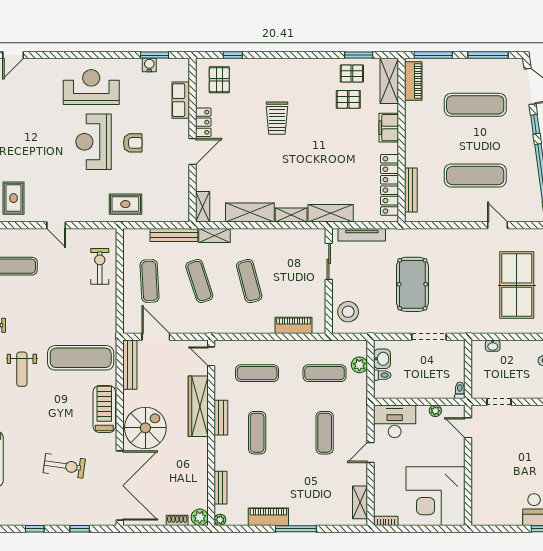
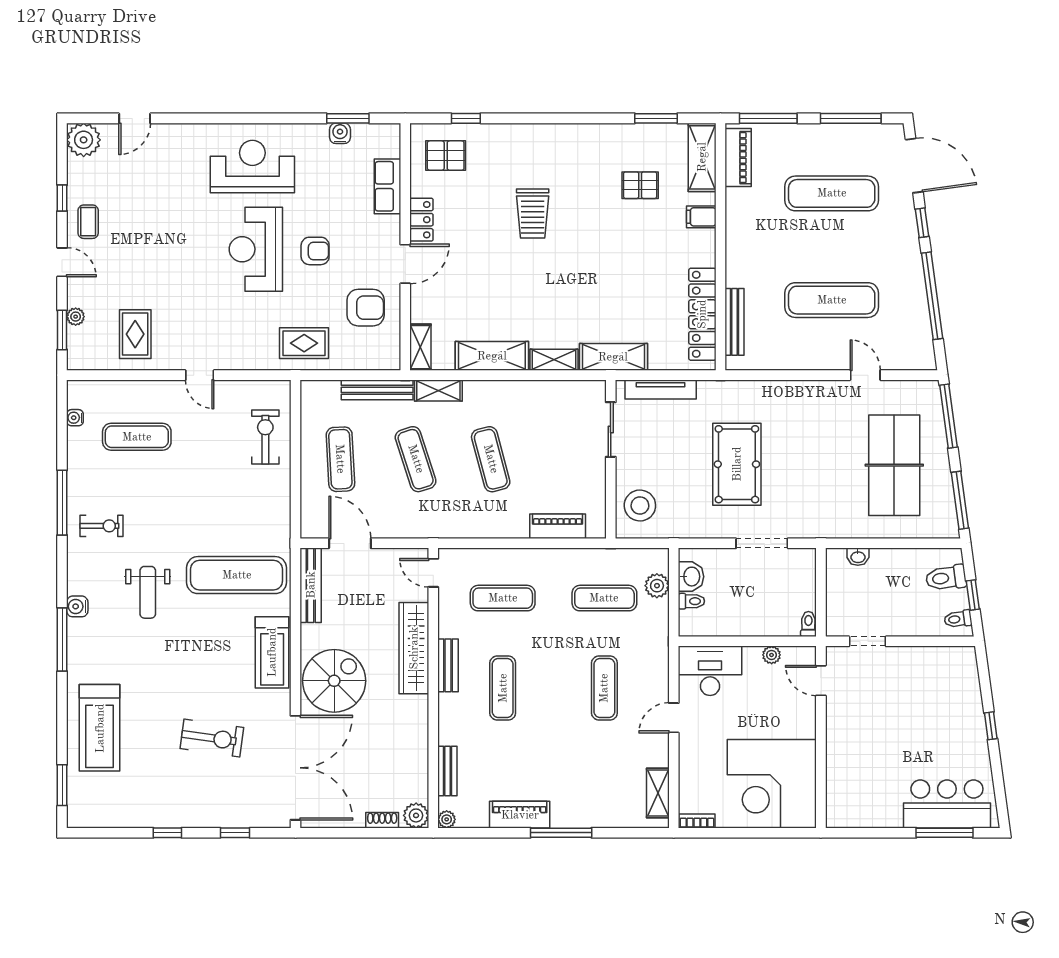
pallet: (352, 74) -> (646, 146), removed
pallet: (219, 80) -> (446, 156), turned 90
filing cabinet: (389, 128) -> (701, 217), width x0.50
armchair: (166, 180) -> (366, 308), added
treadmill: (104, 409) -> (272, 652), turned 180

